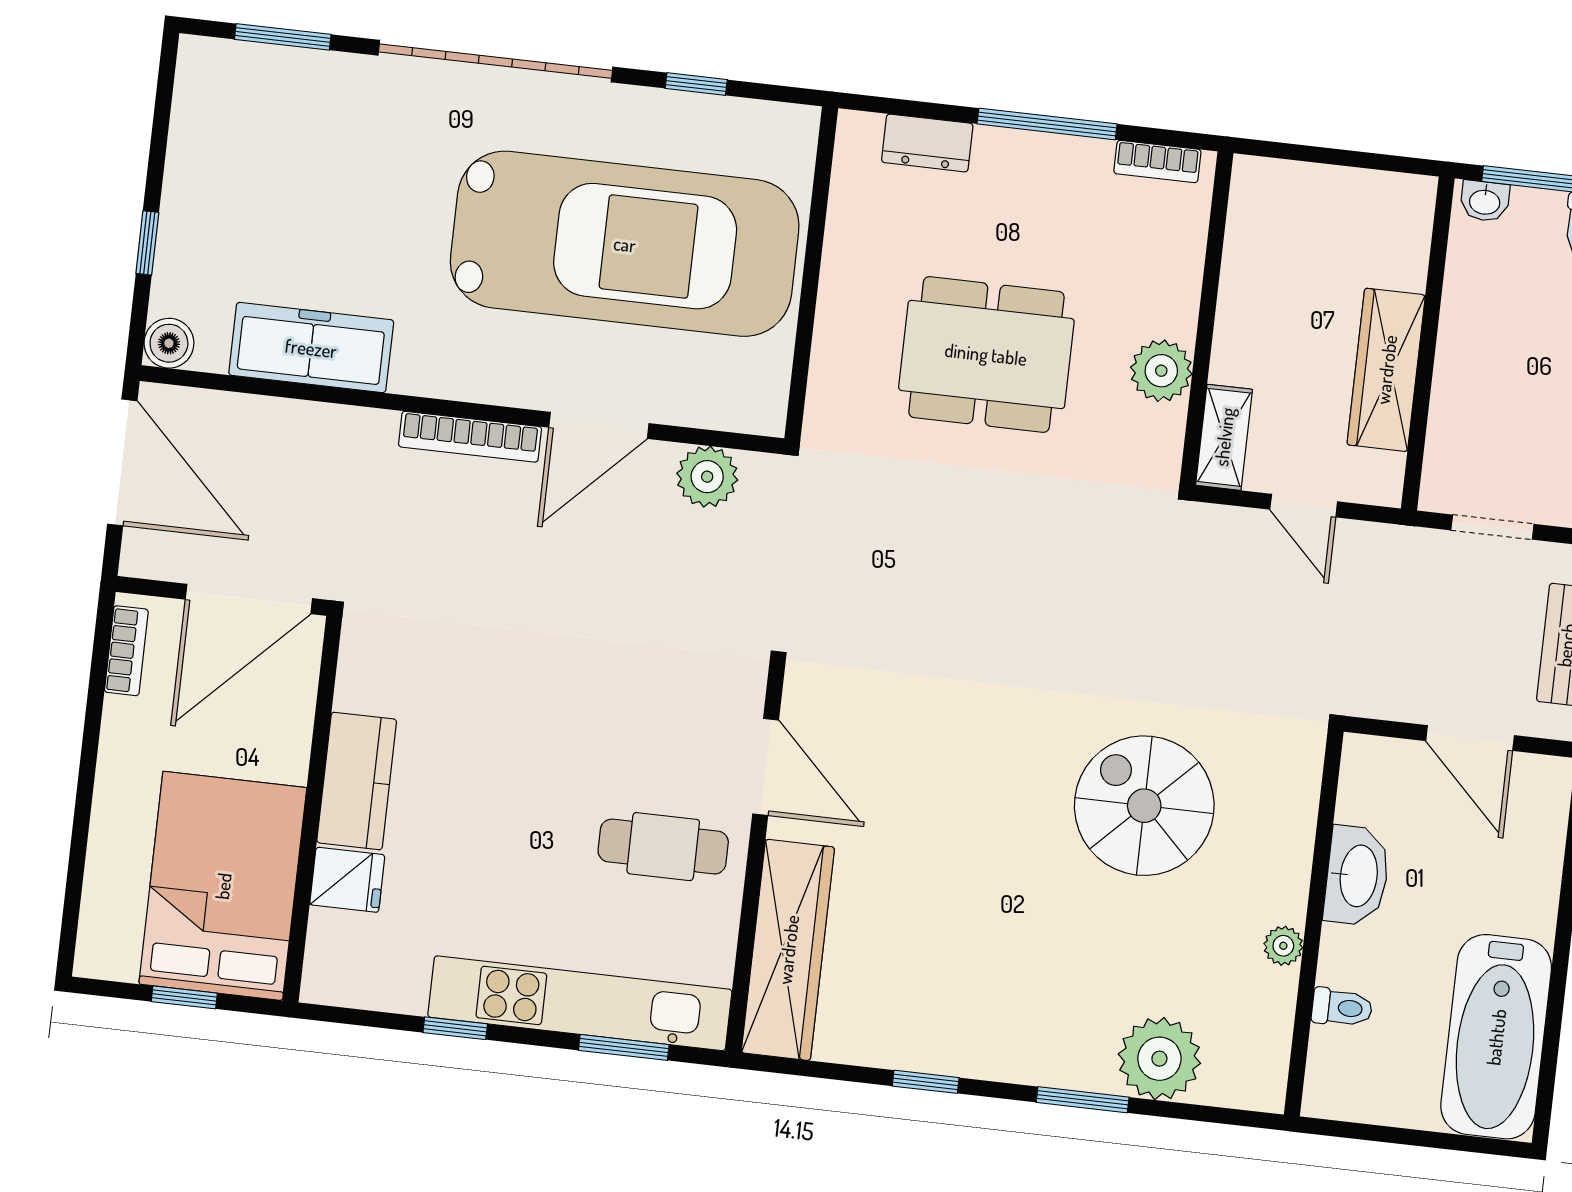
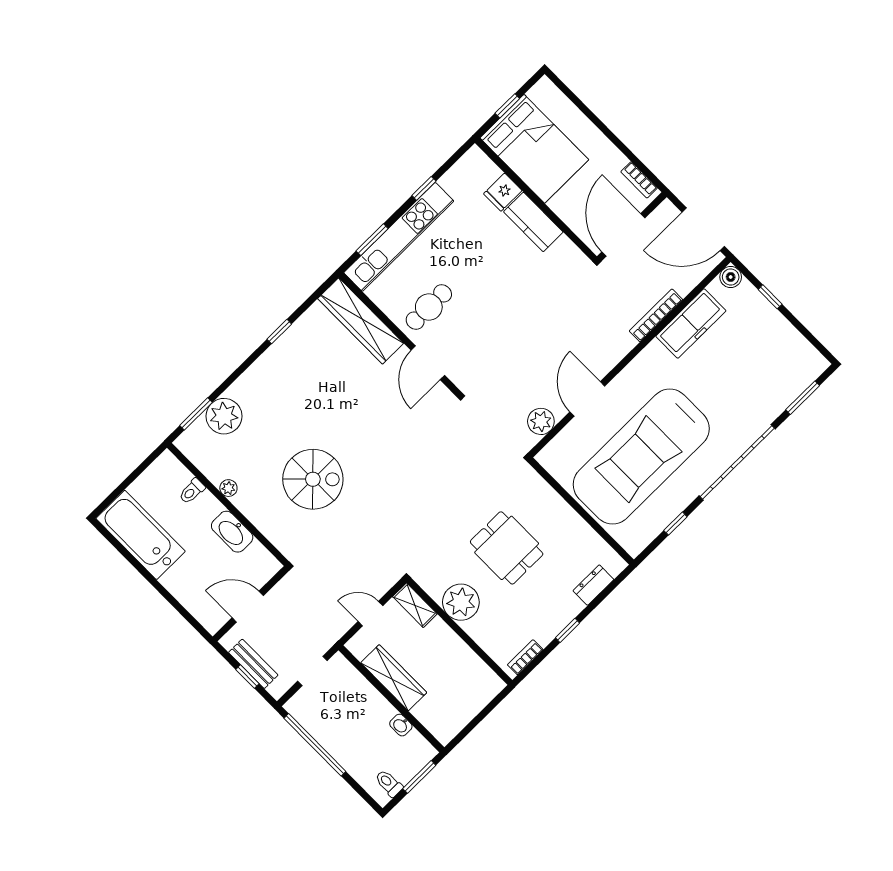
window: (1047, 124) -> (567, 630), width x0.46
washbasin: (1485, 201) -> (401, 725), moved, turned -90
dining table: (986, 354) -> (507, 548), width x0.73
plant: (1161, 371) -> (461, 602), width x1.36, depth x1.36
bookcase: (470, 437) -> (656, 315), moved
door: (766, 767) -> (428, 363), hinge flipped
window: (1083, 1100) -> (196, 414), moved

